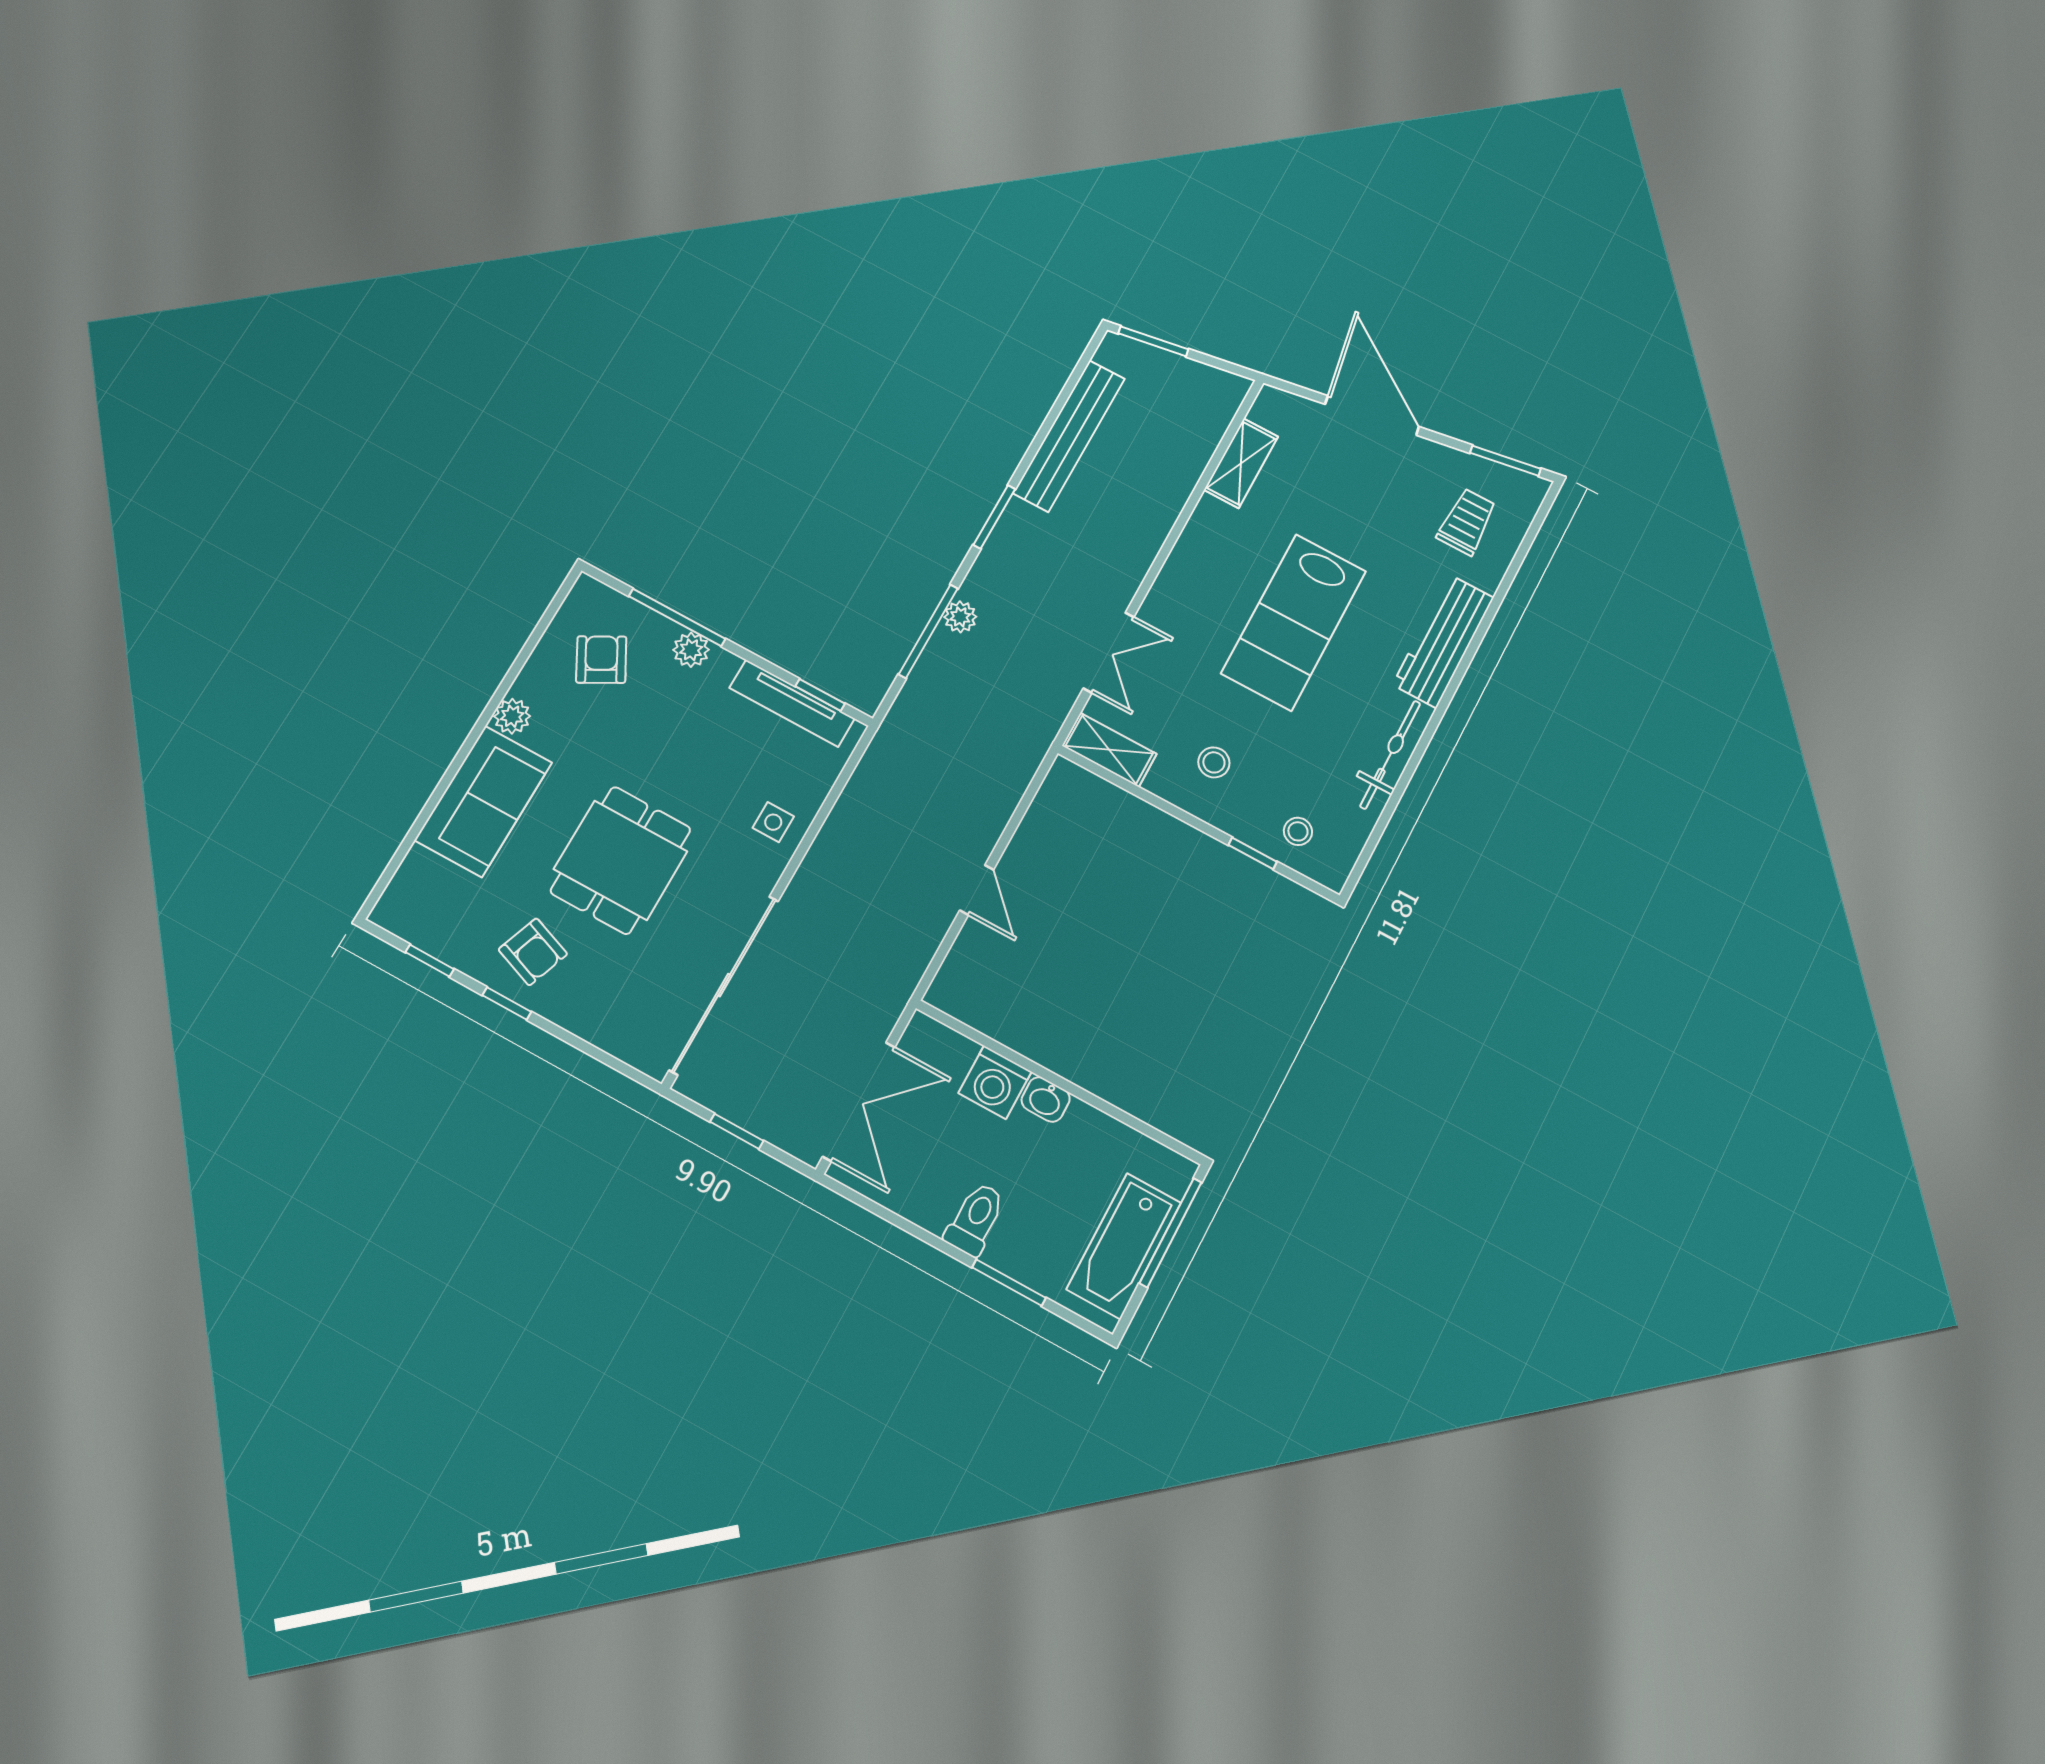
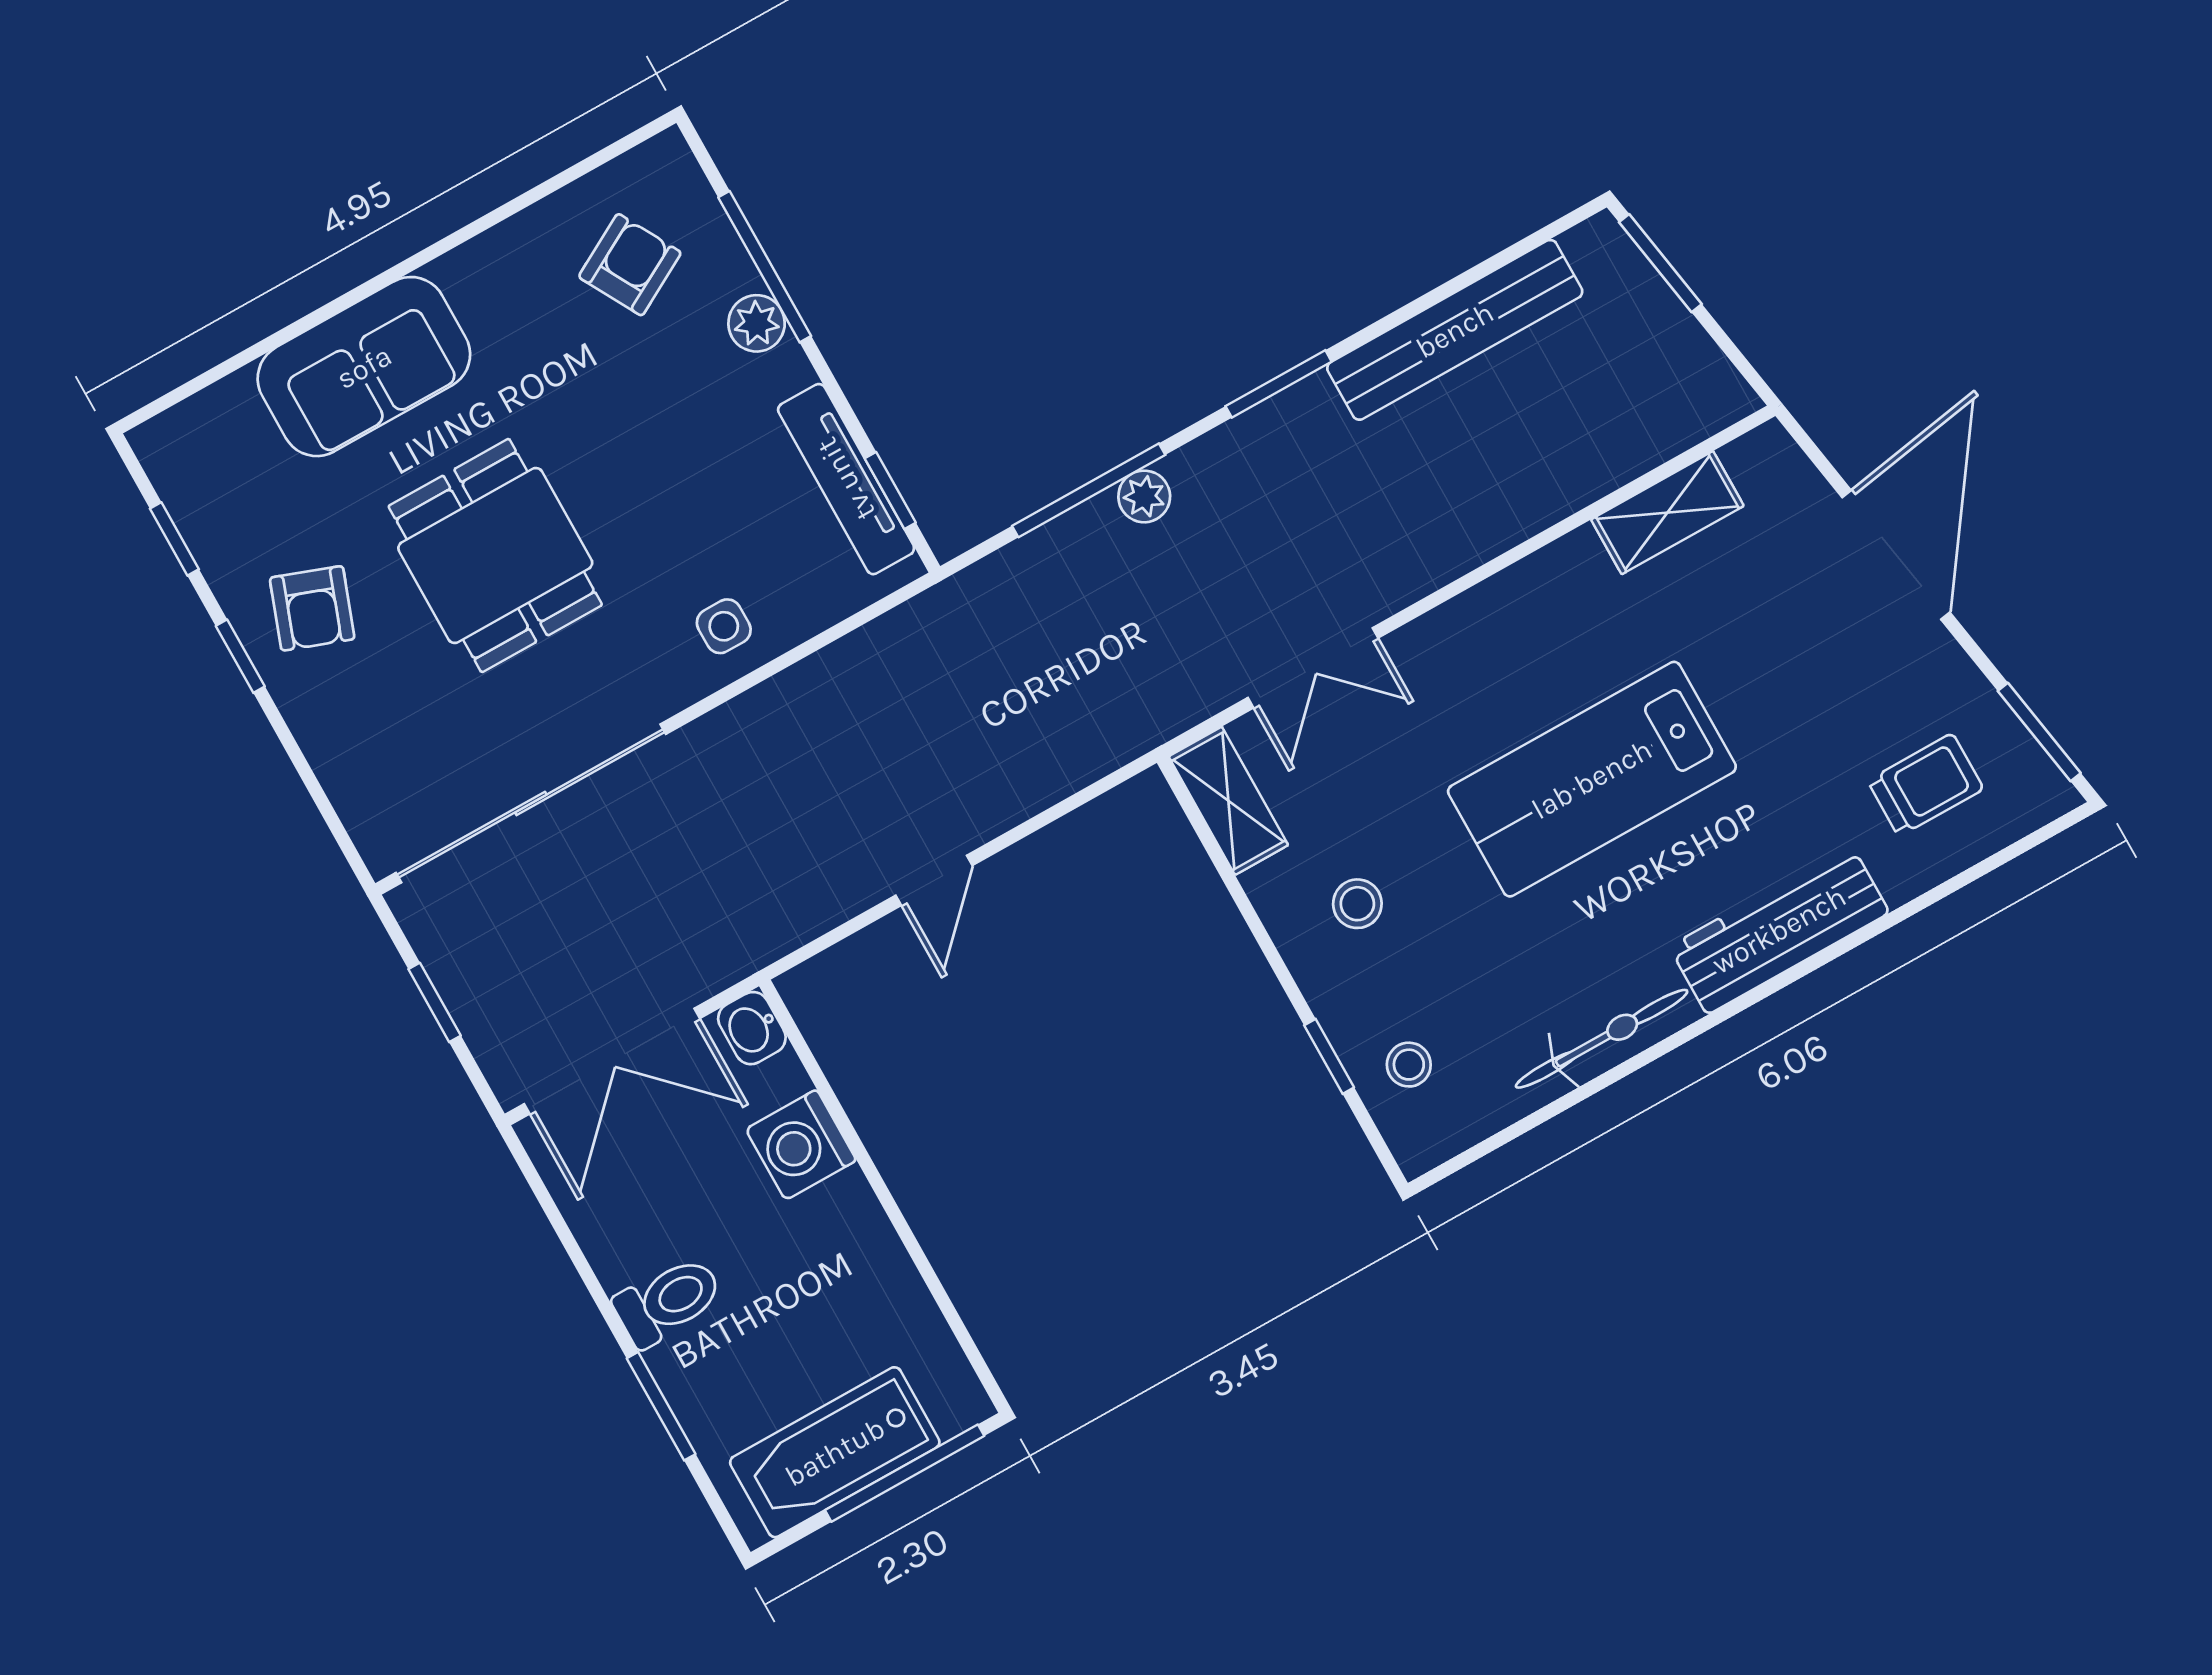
plant: (512, 716) -> (467, 272), removed
dining table: (621, 860) -> (495, 556), turned 90
washbasin: (1046, 1099) -> (752, 1028), moved

